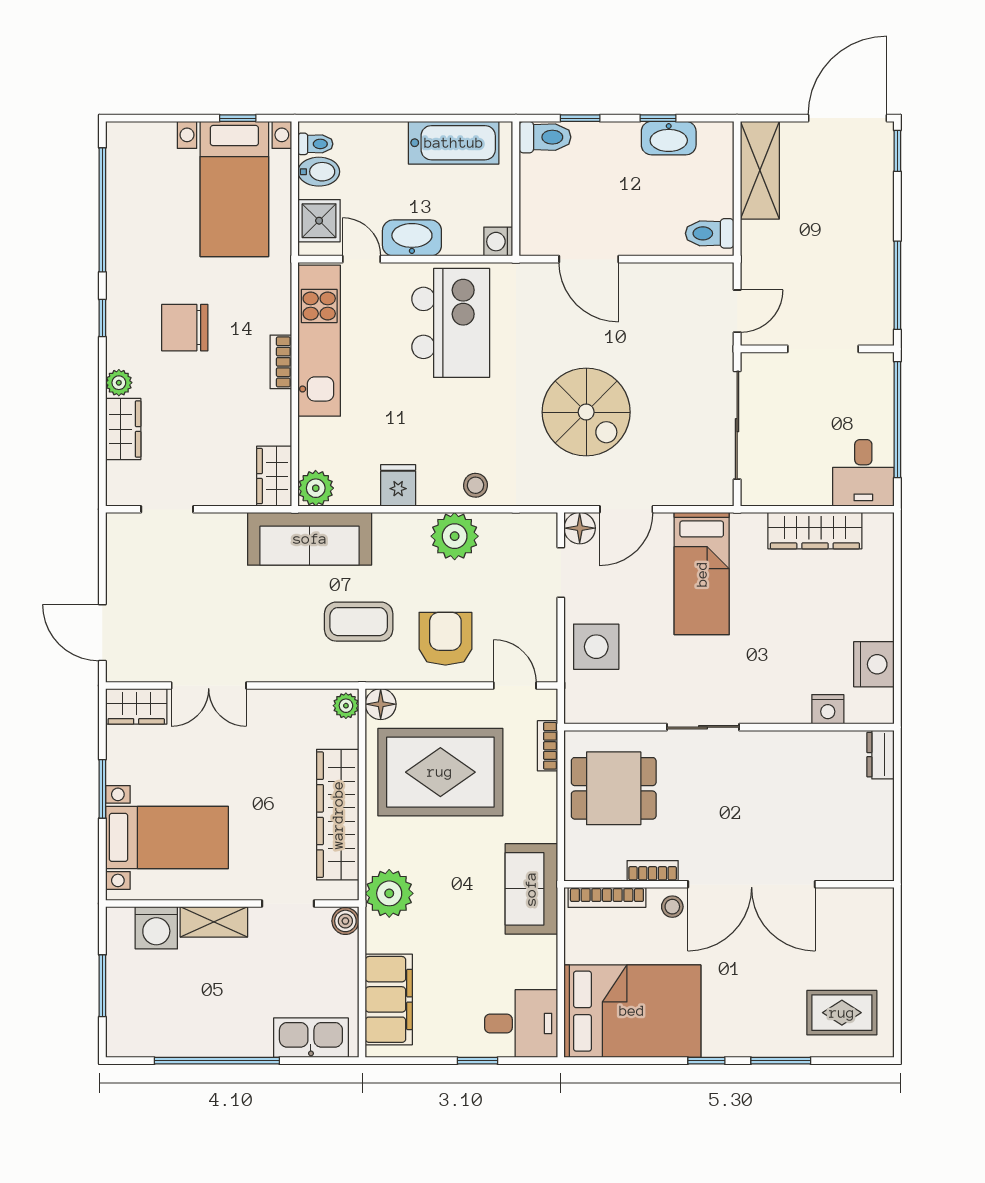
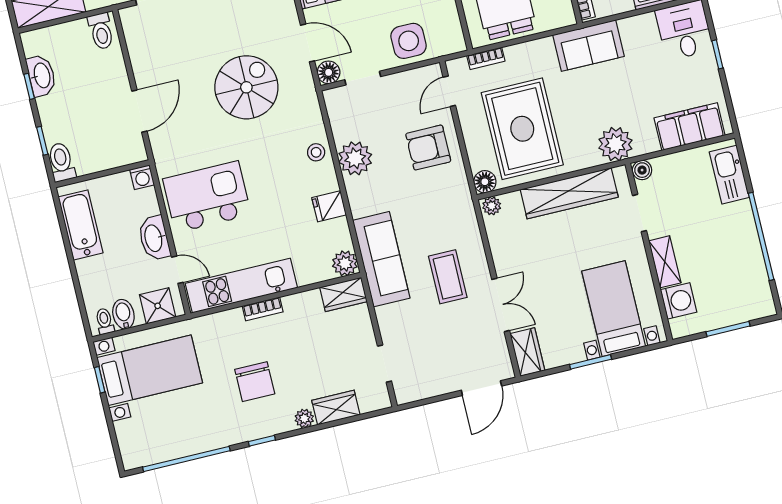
door: (362, 259) -> (177, 270), swing flipped
coffee table: (359, 622) -> (448, 277), moved

